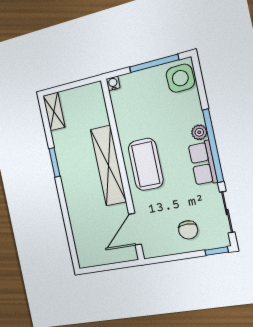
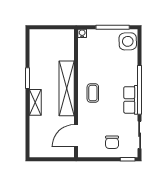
shelving: (54, 111) -> (35, 102), moved
plant: (199, 132) -> (133, 79), removed
coffee table: (146, 164) -> (93, 93), width x0.54, depth x0.58

